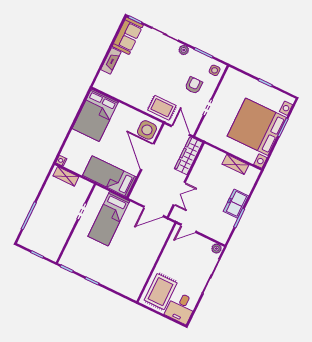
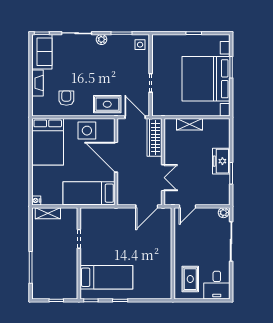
armchair: (194, 85) -> (66, 98), moved
side table: (147, 130) -> (87, 131), moved
shelving: (235, 164) -> (189, 124), moved
bed: (109, 219) -> (106, 277), moved, turned -90
rug: (161, 292) -> (190, 279), width x0.73, depth x0.70

